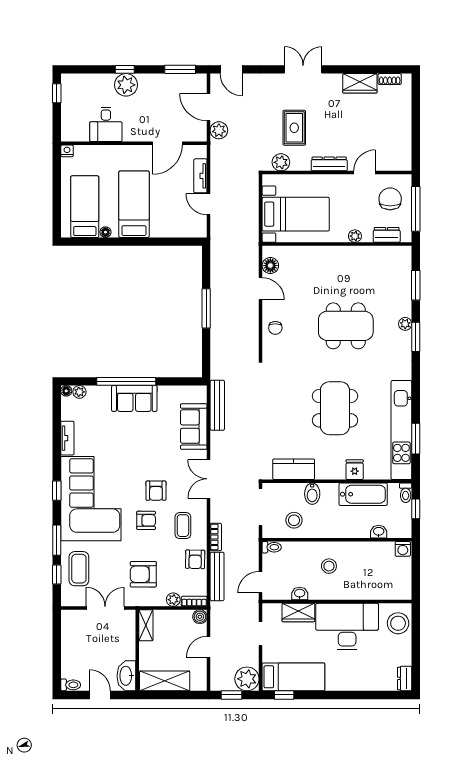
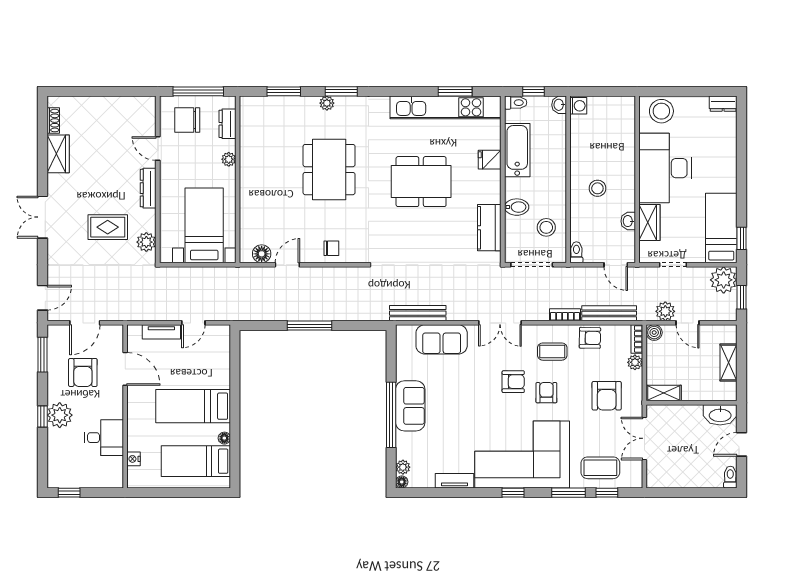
armchair: (164, 106) -> (83, 372), added
plant: (219, 130) -> (665, 311), moved
nightstand: (67, 151) -> (134, 459), moved
washbasin: (379, 532) -> (559, 105), moved
shelving: (165, 681) -> (729, 363), width x0.67, depth x0.75

